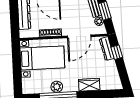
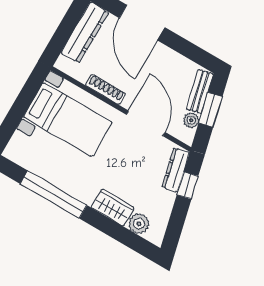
door: (79, 36) -> (146, 123), swing flipped
plant: (57, 87) -> (139, 224), moved

